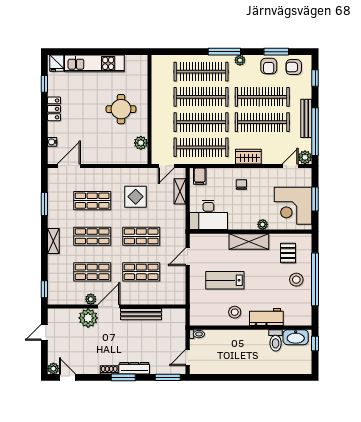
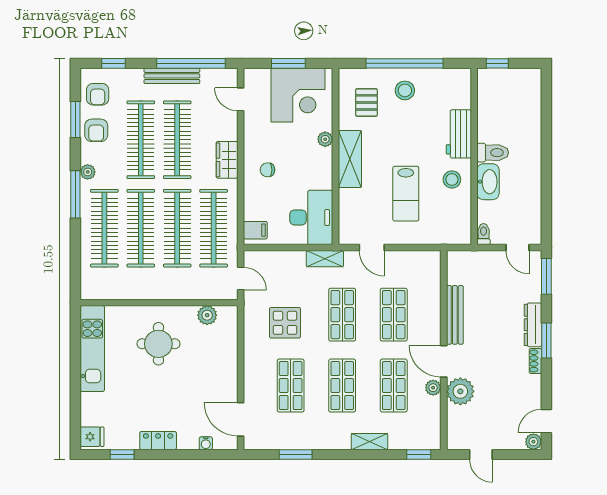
kitchen unit: (94, 63) -> (92, 349), moved
armchair: (269, 66) -> (96, 130), turned 90
plant: (305, 157) -> (228, 78), removed
shelving: (180, 191) -> (325, 259), moved
shelving: (53, 241) -> (369, 442), moved
pallet: (288, 253) -> (366, 102), turned 90
washbasin: (296, 337) -> (488, 182), moved
toilet: (276, 340) -> (493, 153), moved

